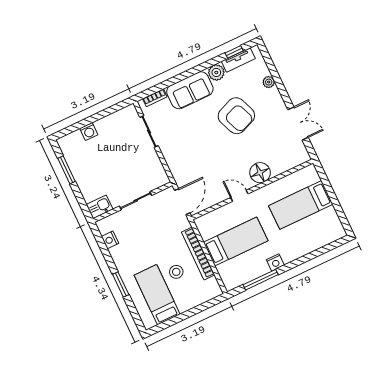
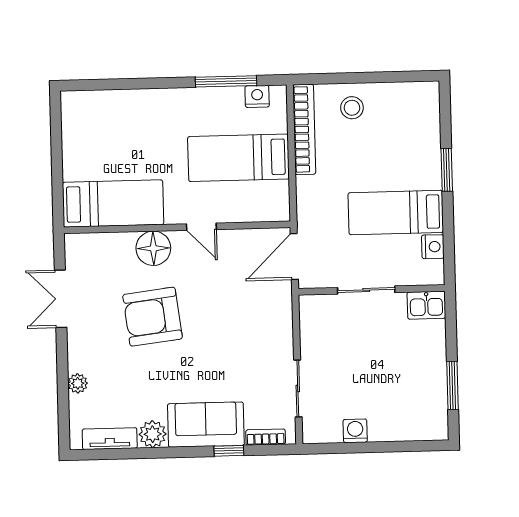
window: (234, 52) -> (229, 451), moved
armchair: (236, 116) -> (153, 317), moved, turned -75
washing machine: (89, 131) -> (355, 431), moved
bed: (301, 205) -> (113, 203), moved
bookcase: (198, 253) -> (304, 129), moved
nightstand: (275, 262) -> (257, 96), moved
stool: (176, 272) -> (352, 108), moved
bed: (157, 295) -> (396, 213), moved, turned 90

